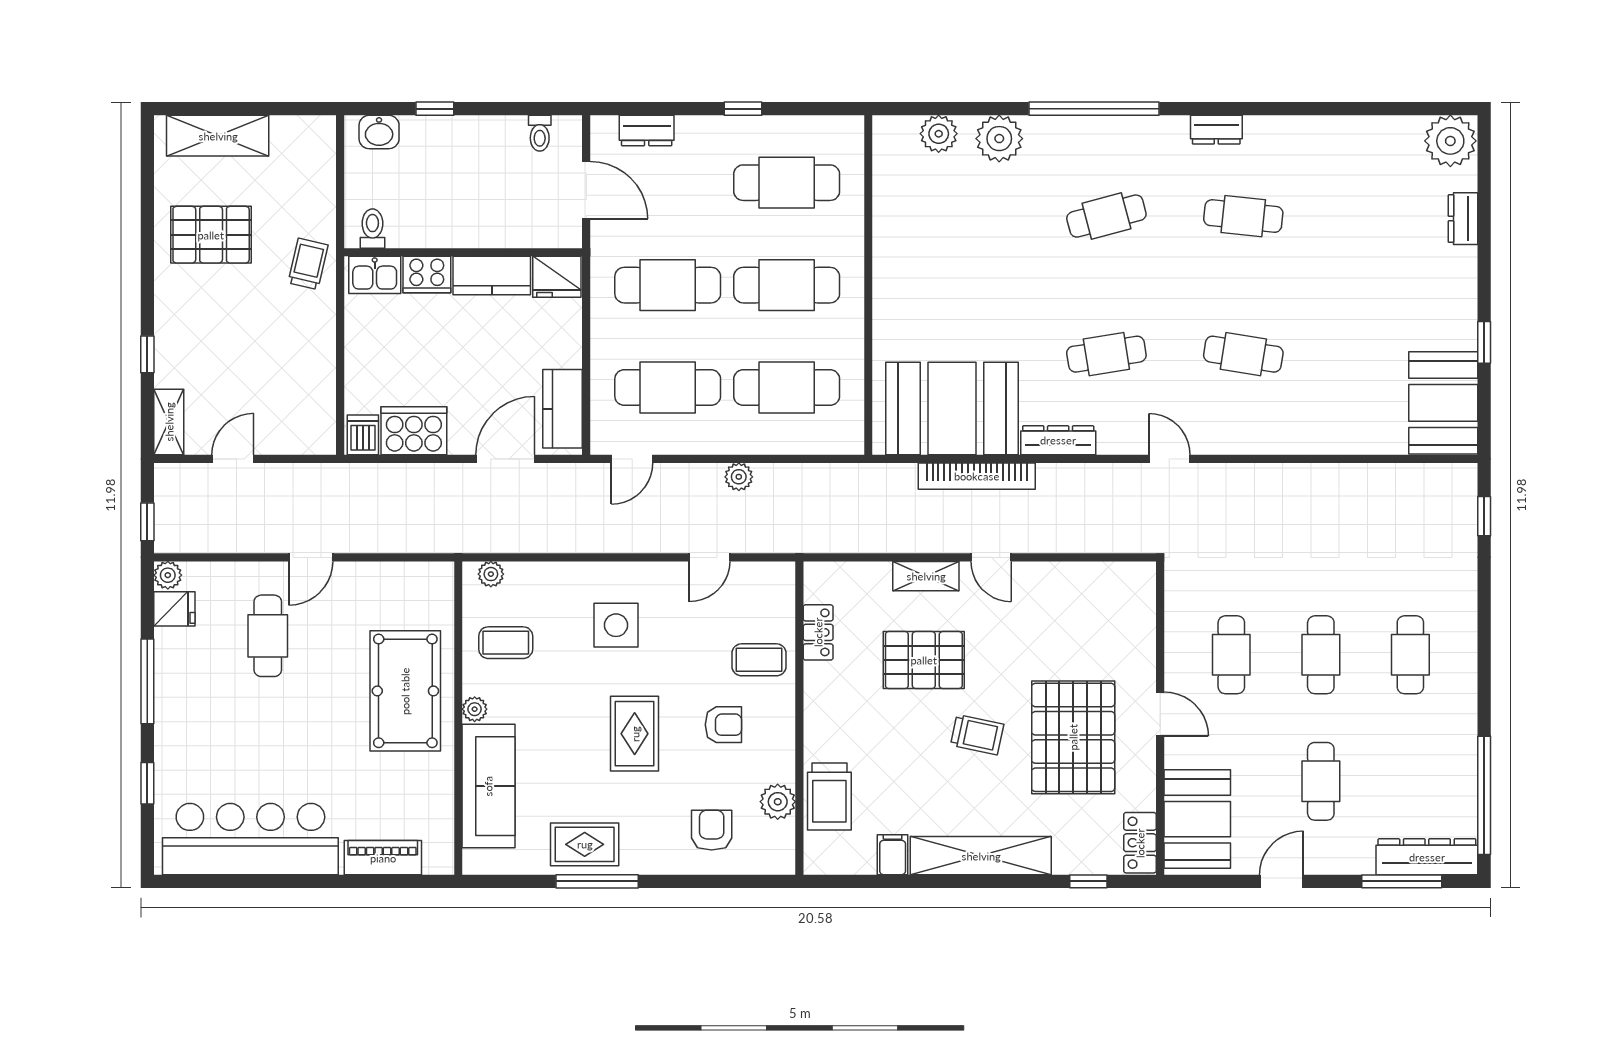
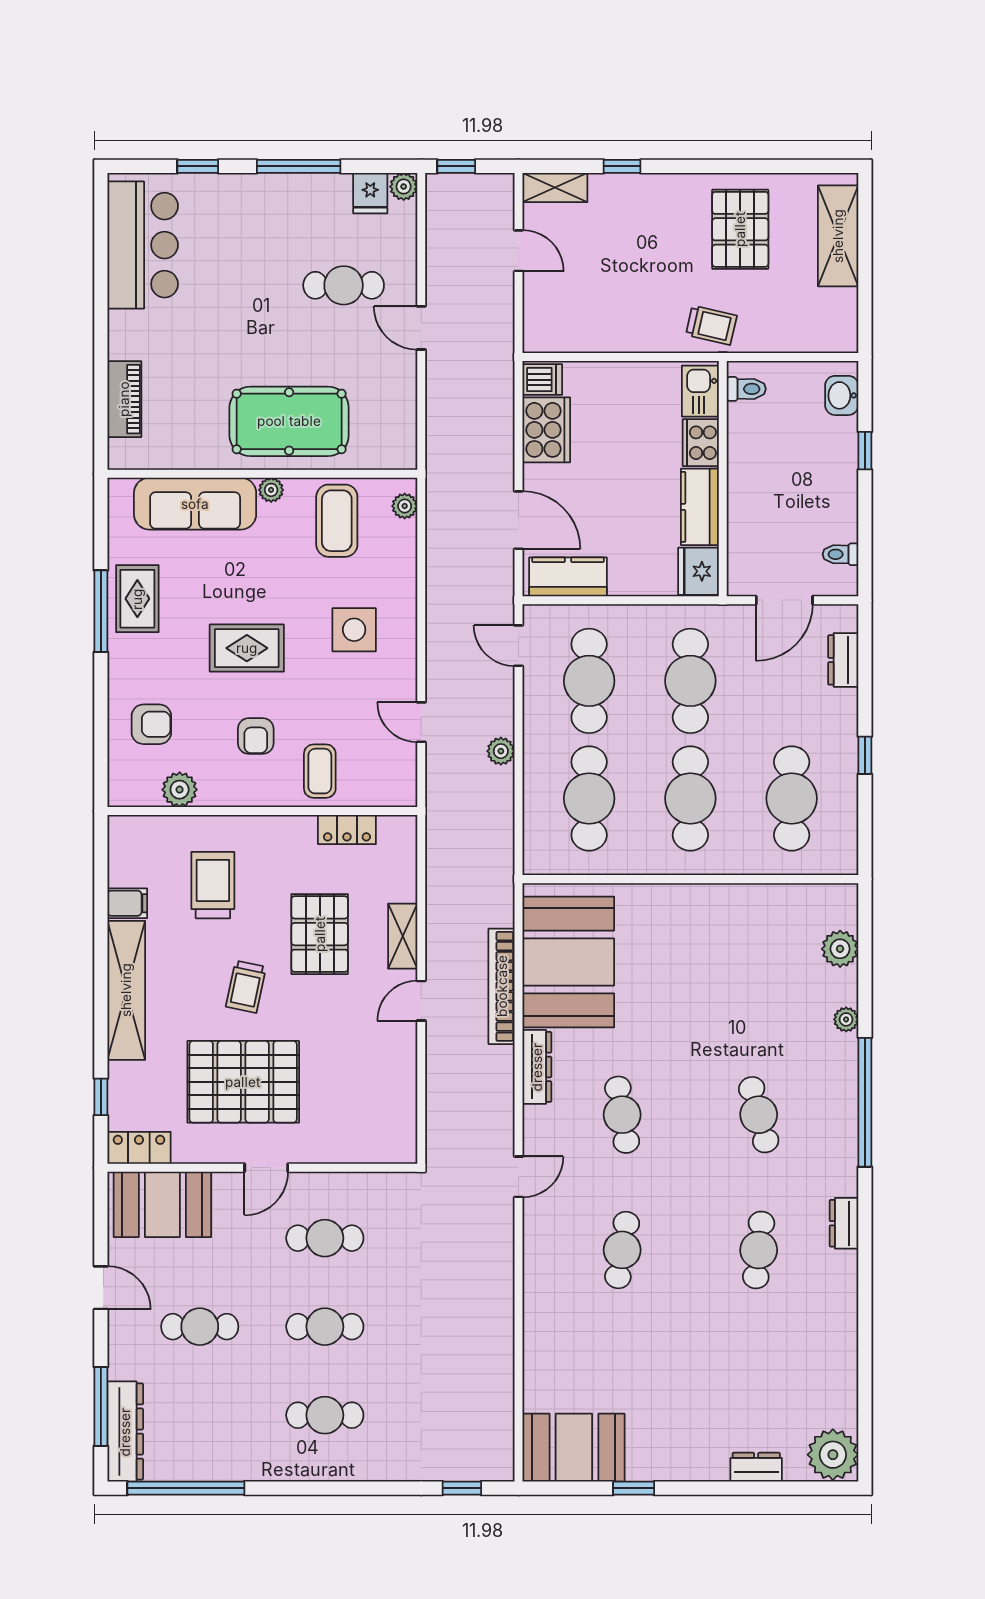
plant: (999, 139) -> (846, 1019), width x0.53, depth x0.53
coffee table: (506, 643) -> (337, 521), width x1.36, depth x1.30
trolley: (829, 796) -> (213, 885), moved, turned 90
bar counter: (250, 839) -> (143, 245), width x0.73

